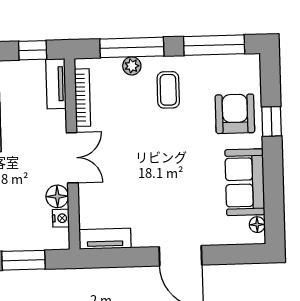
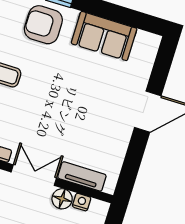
floor lamp: (257, 225) -> (144, 38), removed
tv unit: (105, 239) -> (82, 176), moved, turned 90

